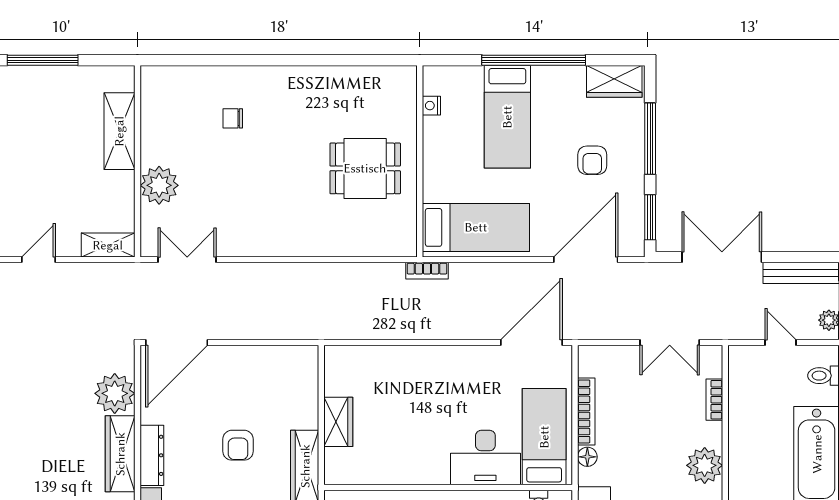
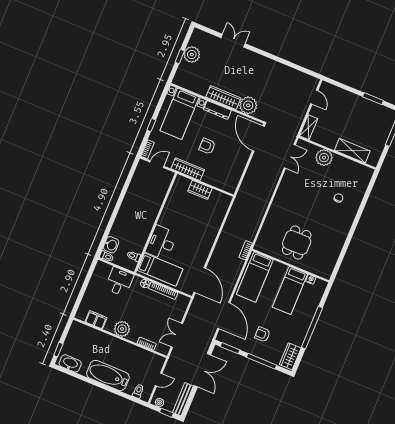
bed: (507, 117) -> (290, 290), moved, turned -90

